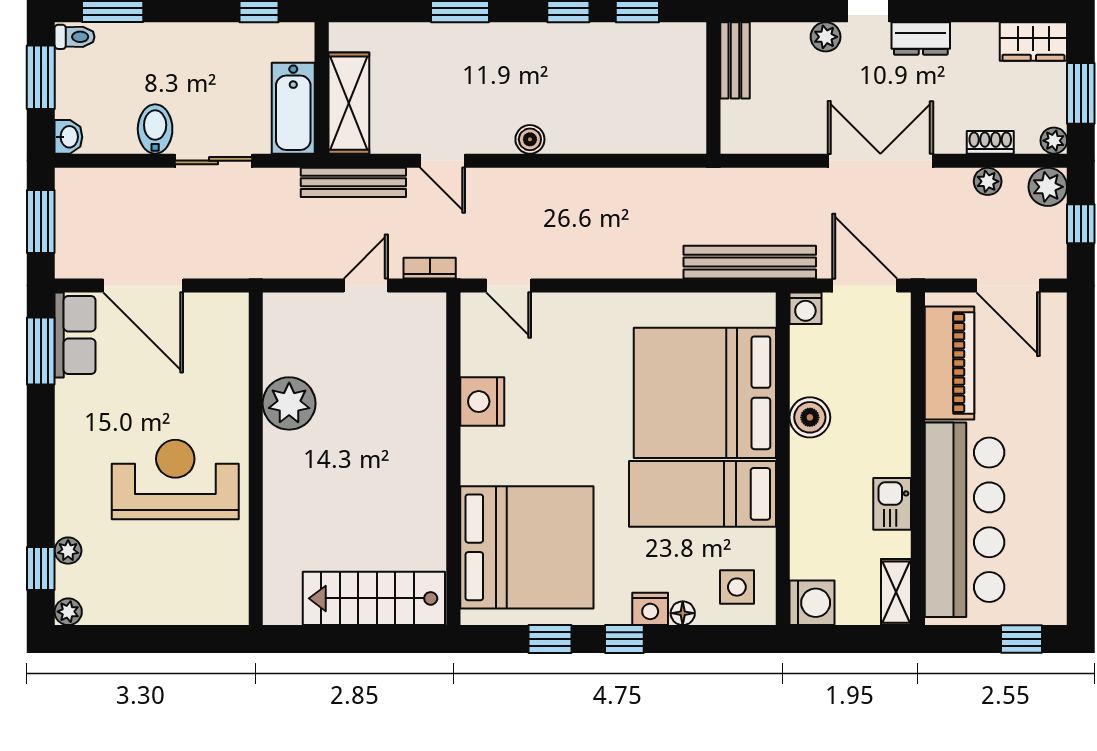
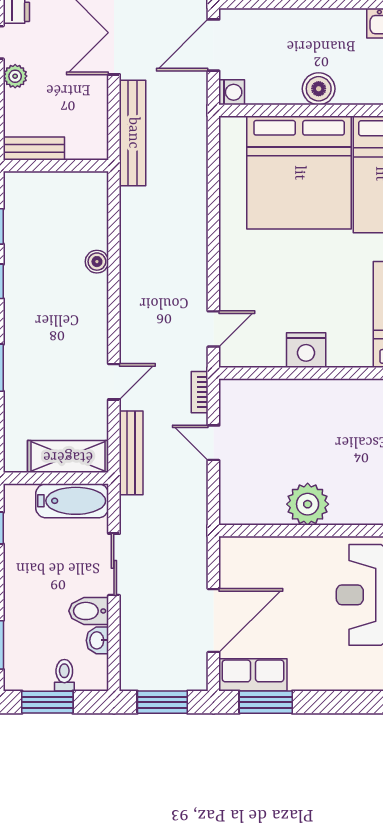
toilet: (75, 37) -> (64, 675), moved
washbasin: (68, 137) -> (97, 640), moved, turned -90
boiler: (530, 139) -> (97, 262), moved
bench: (750, 262) -> (133, 133), moved

